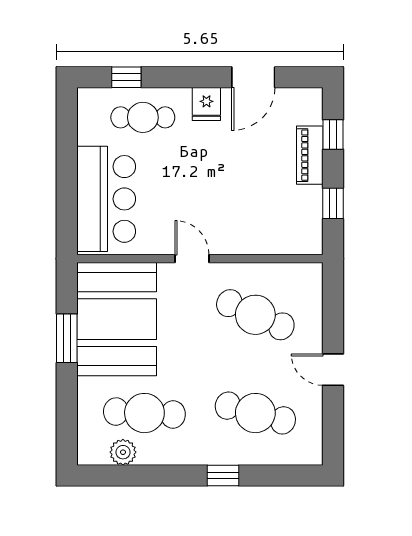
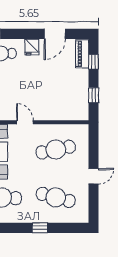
piano: (310, 155) -> (82, 54), moved
cafe table: (255, 315) -> (56, 150), turned -36
door: (333, 370) -> (94, 176), swing flipped

